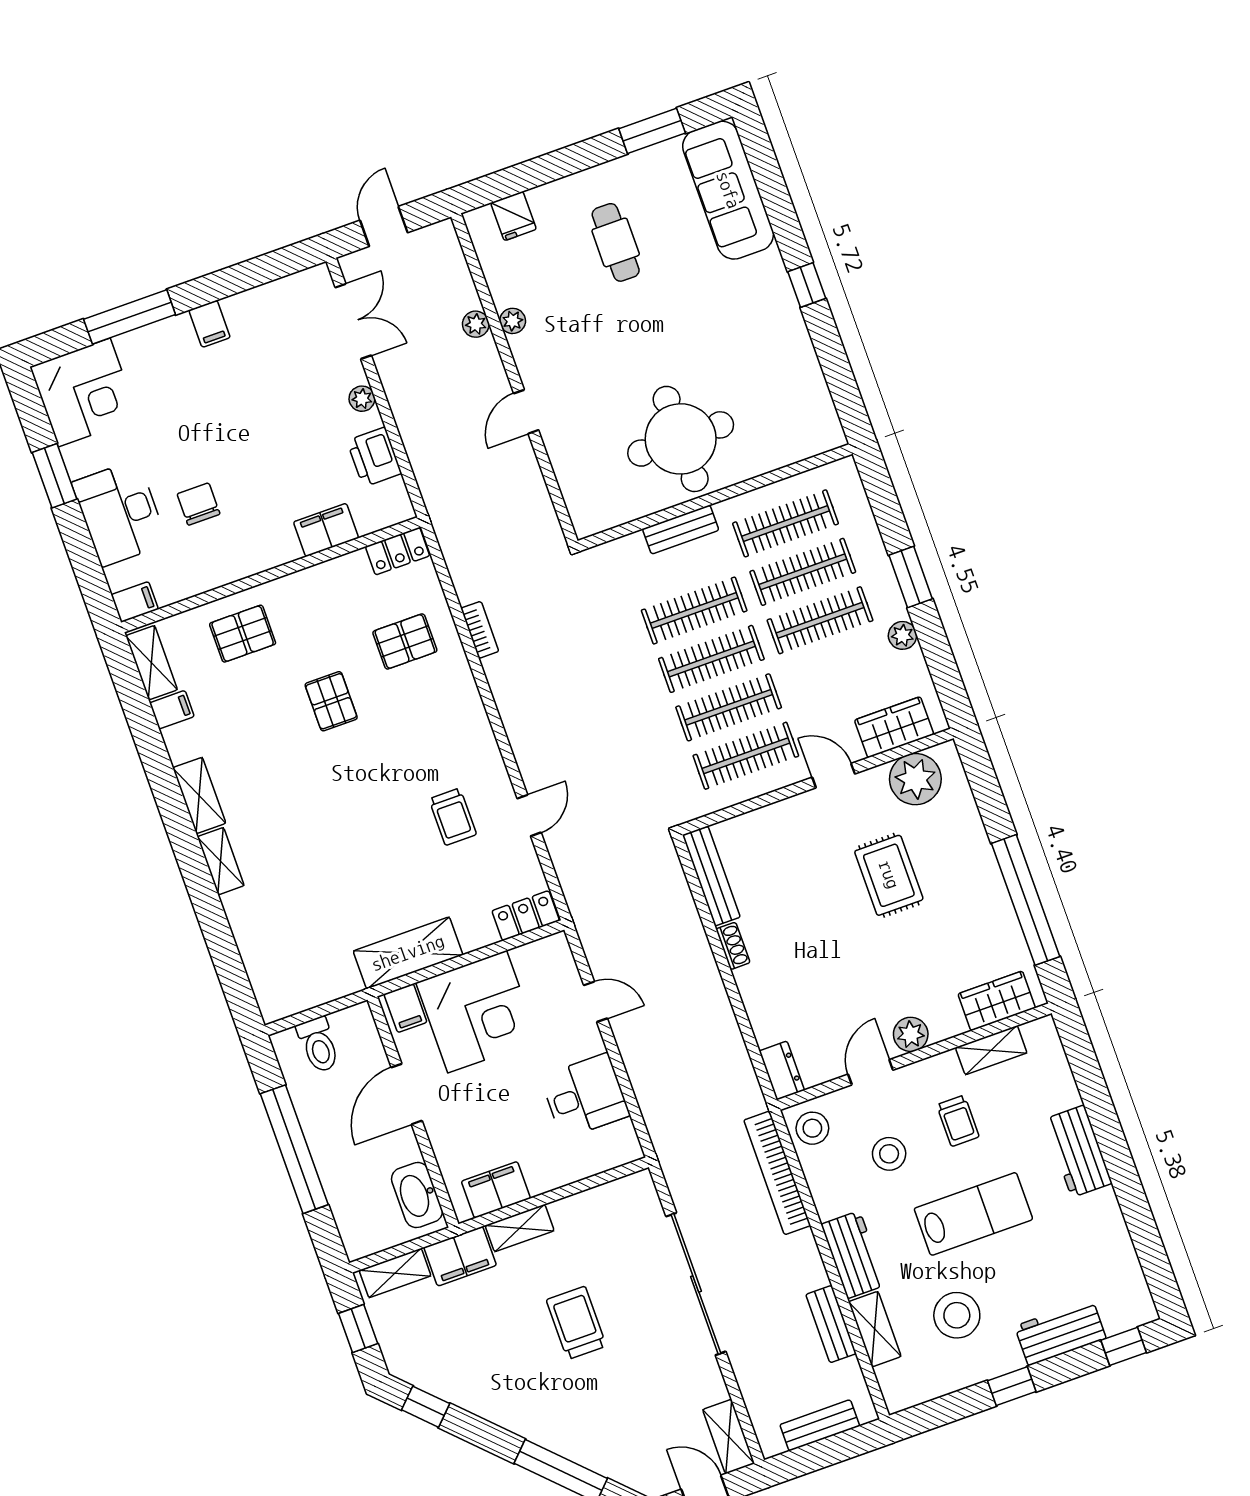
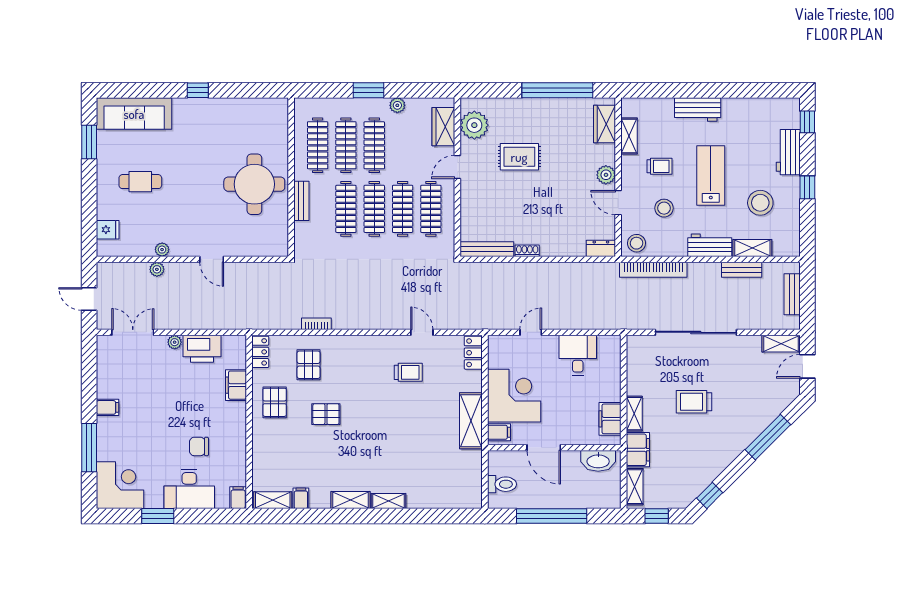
printer: (374, 457) -> (202, 349), width x1.37, depth x1.19
pallet: (243, 634) -> (275, 402), moved

